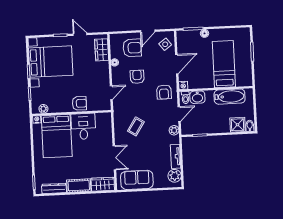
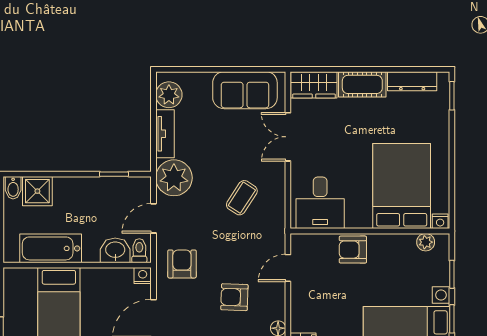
armchair: (137, 77) -> (234, 297), turned 92
desk: (83, 126) -> (320, 203), moved
plant: (174, 130) -> (174, 178), width x1.87, depth x1.87

